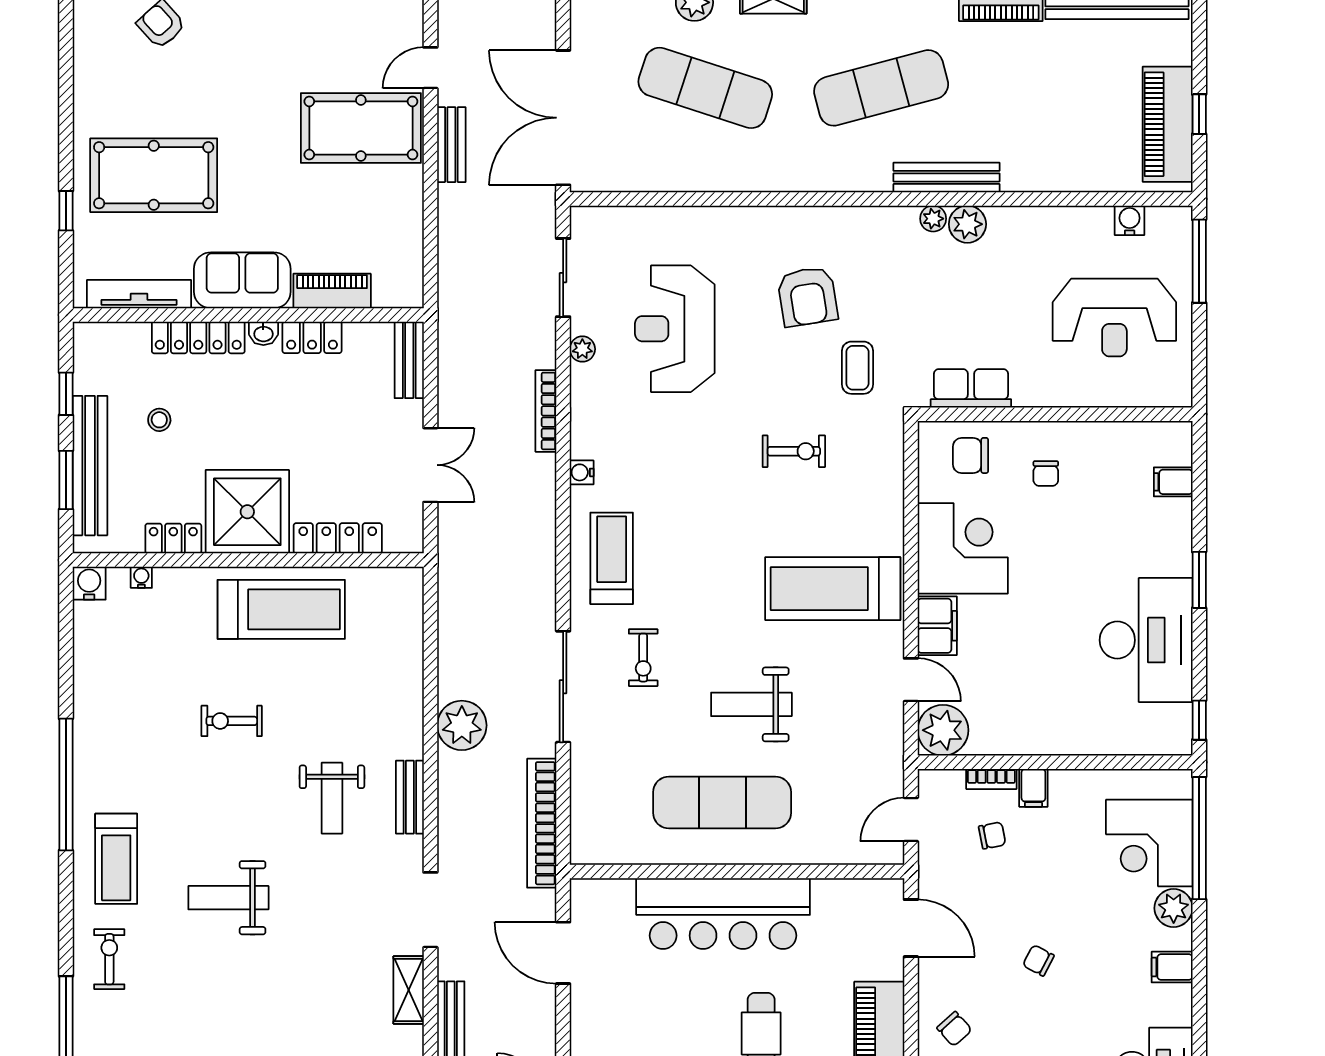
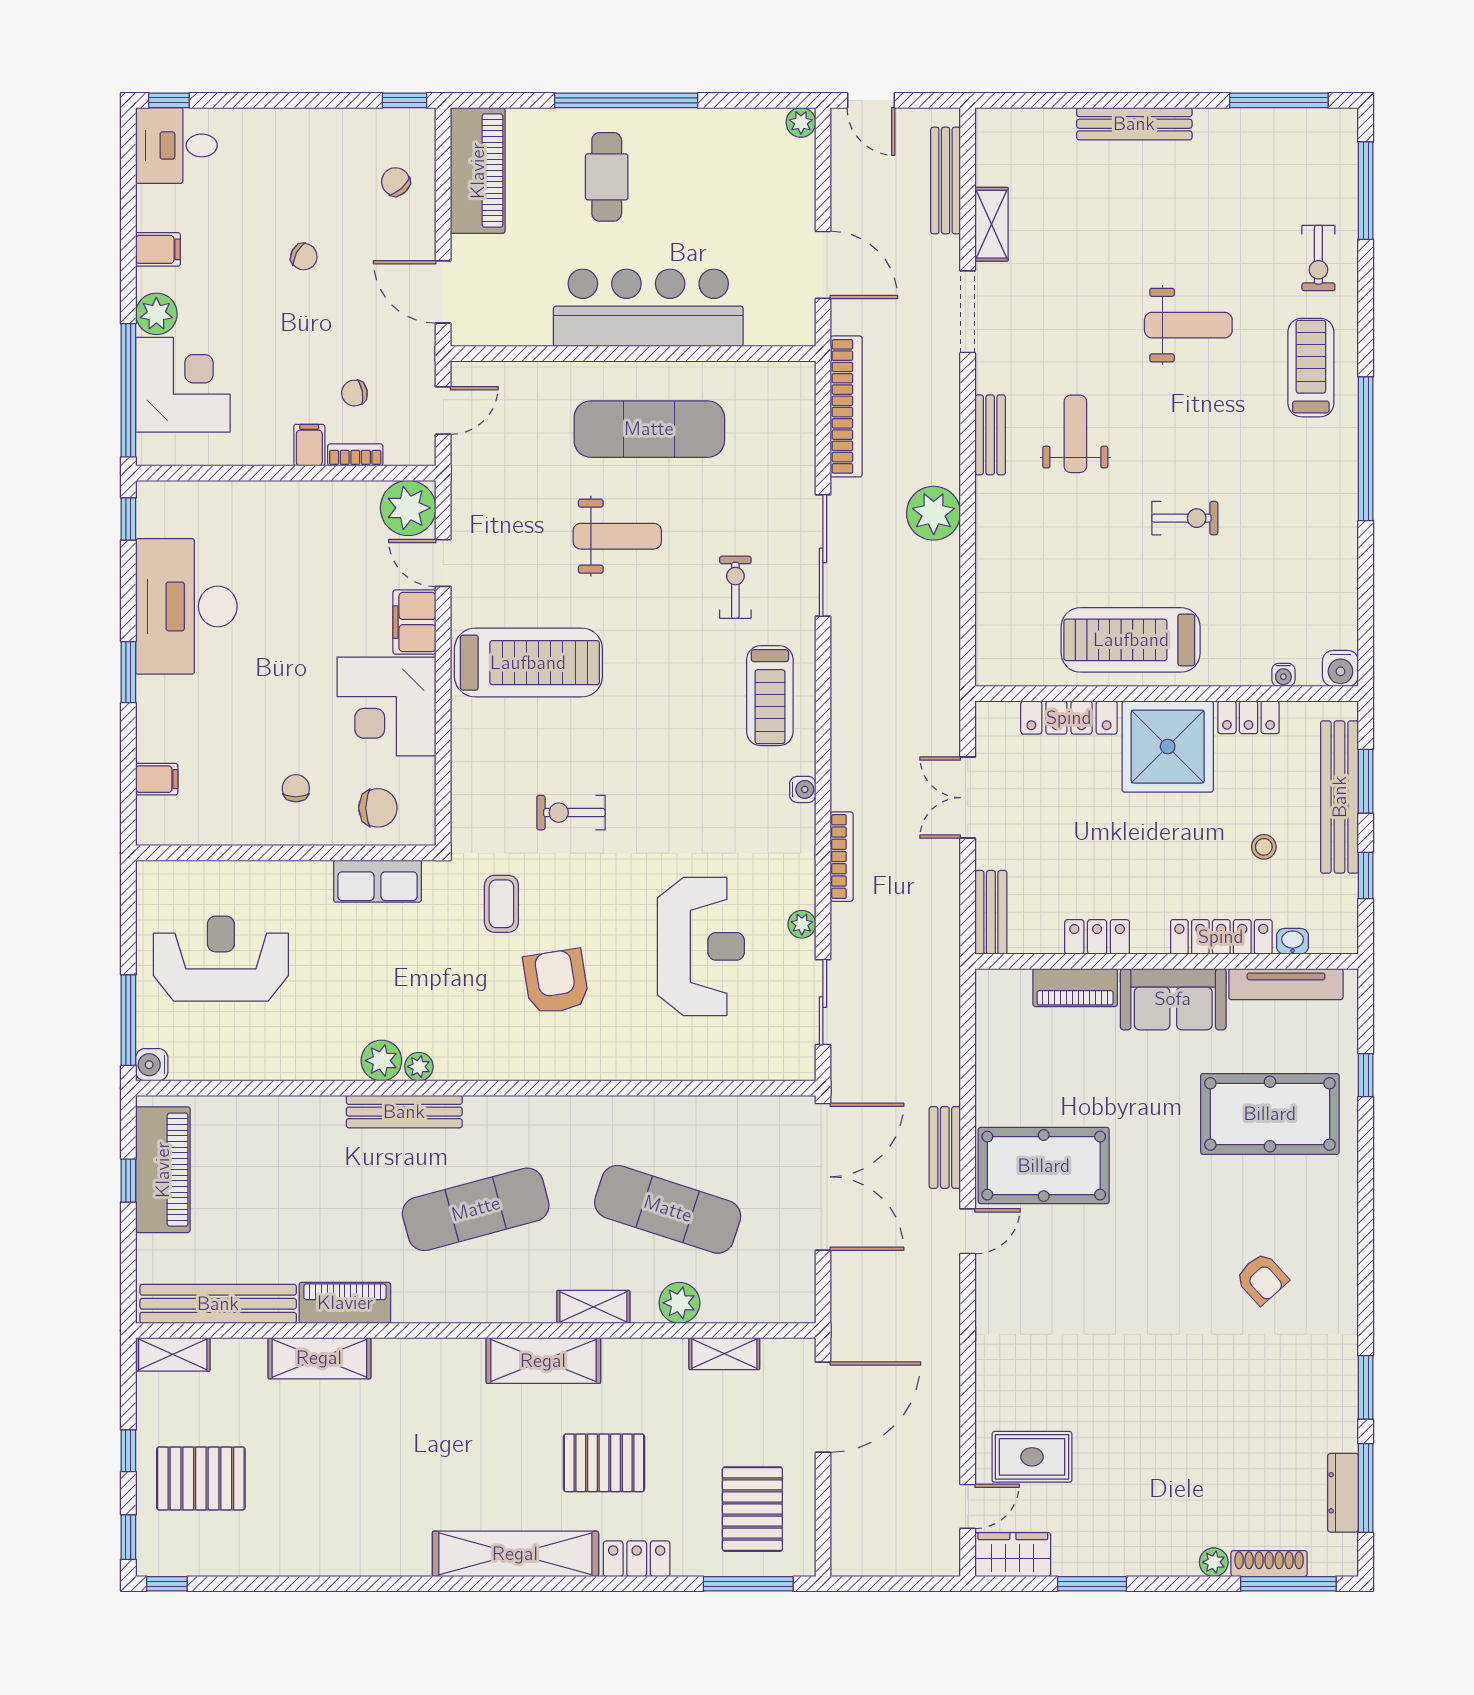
water cooler: (1130, 220) -> (152, 1065), moved, turned 90
washbasin: (263, 333) -> (1293, 941), moved

